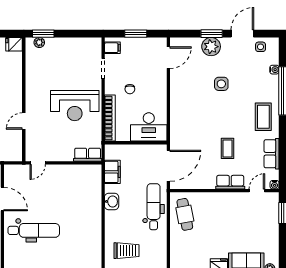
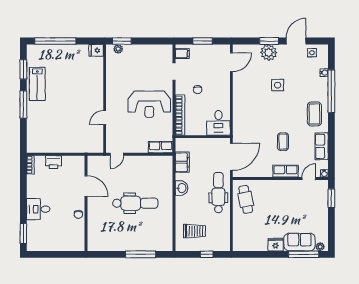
desk: (149, 127) -> (218, 123), width x0.73
dental chair: (34, 230) -> (135, 203), moved

